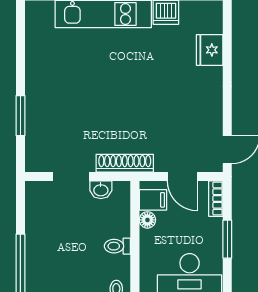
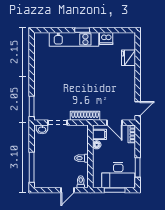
window: (20, 116) -> (32, 106), moved
washbasin: (101, 190) -> (42, 129), moved
window: (227, 239) -> (138, 167), moved

